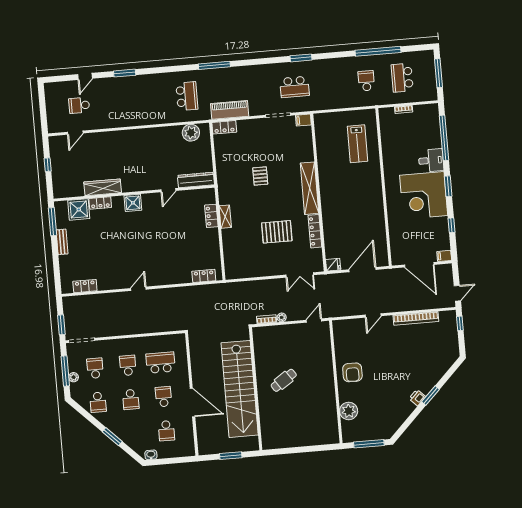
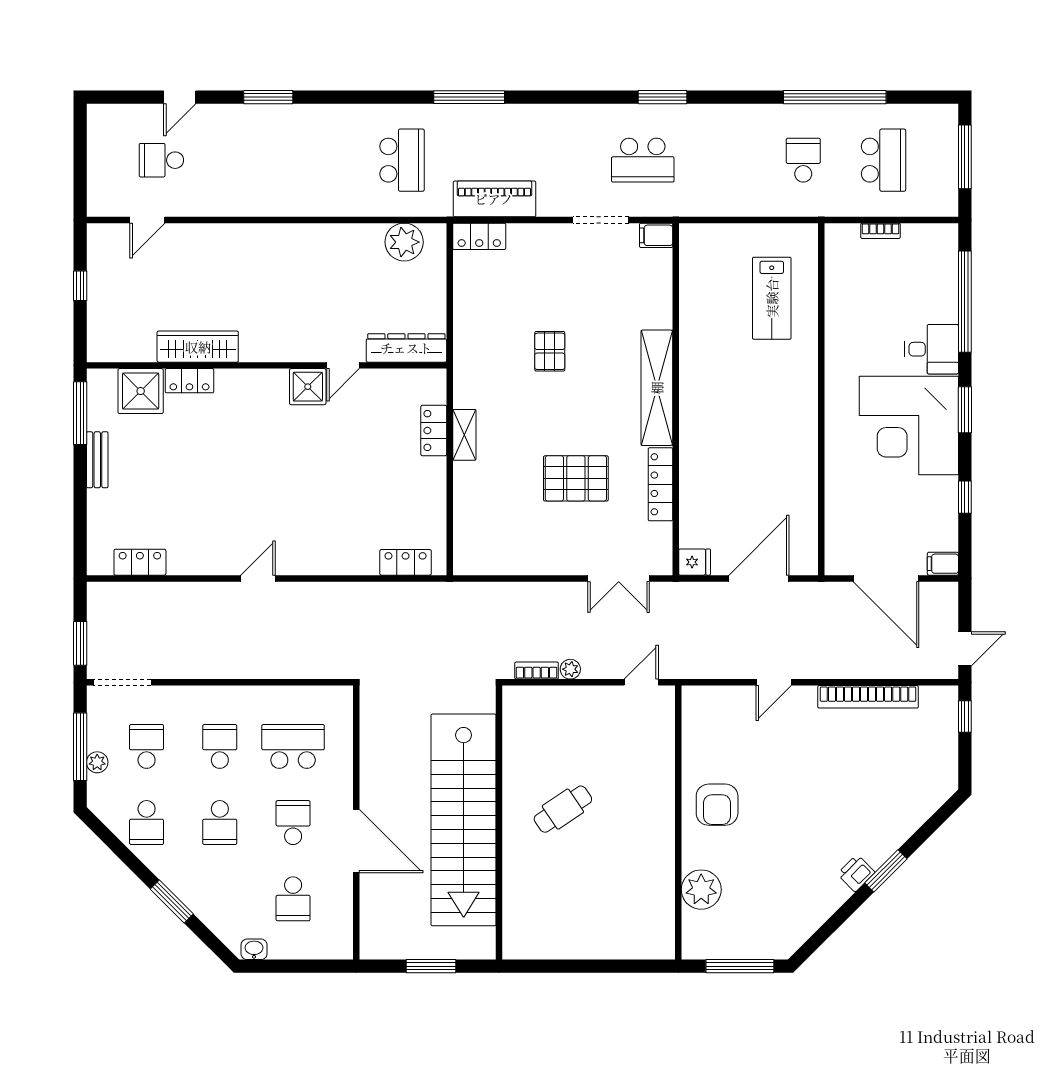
school desk: (402, 78) -> (883, 160), turned 180
shower: (133, 203) -> (308, 387), moved

